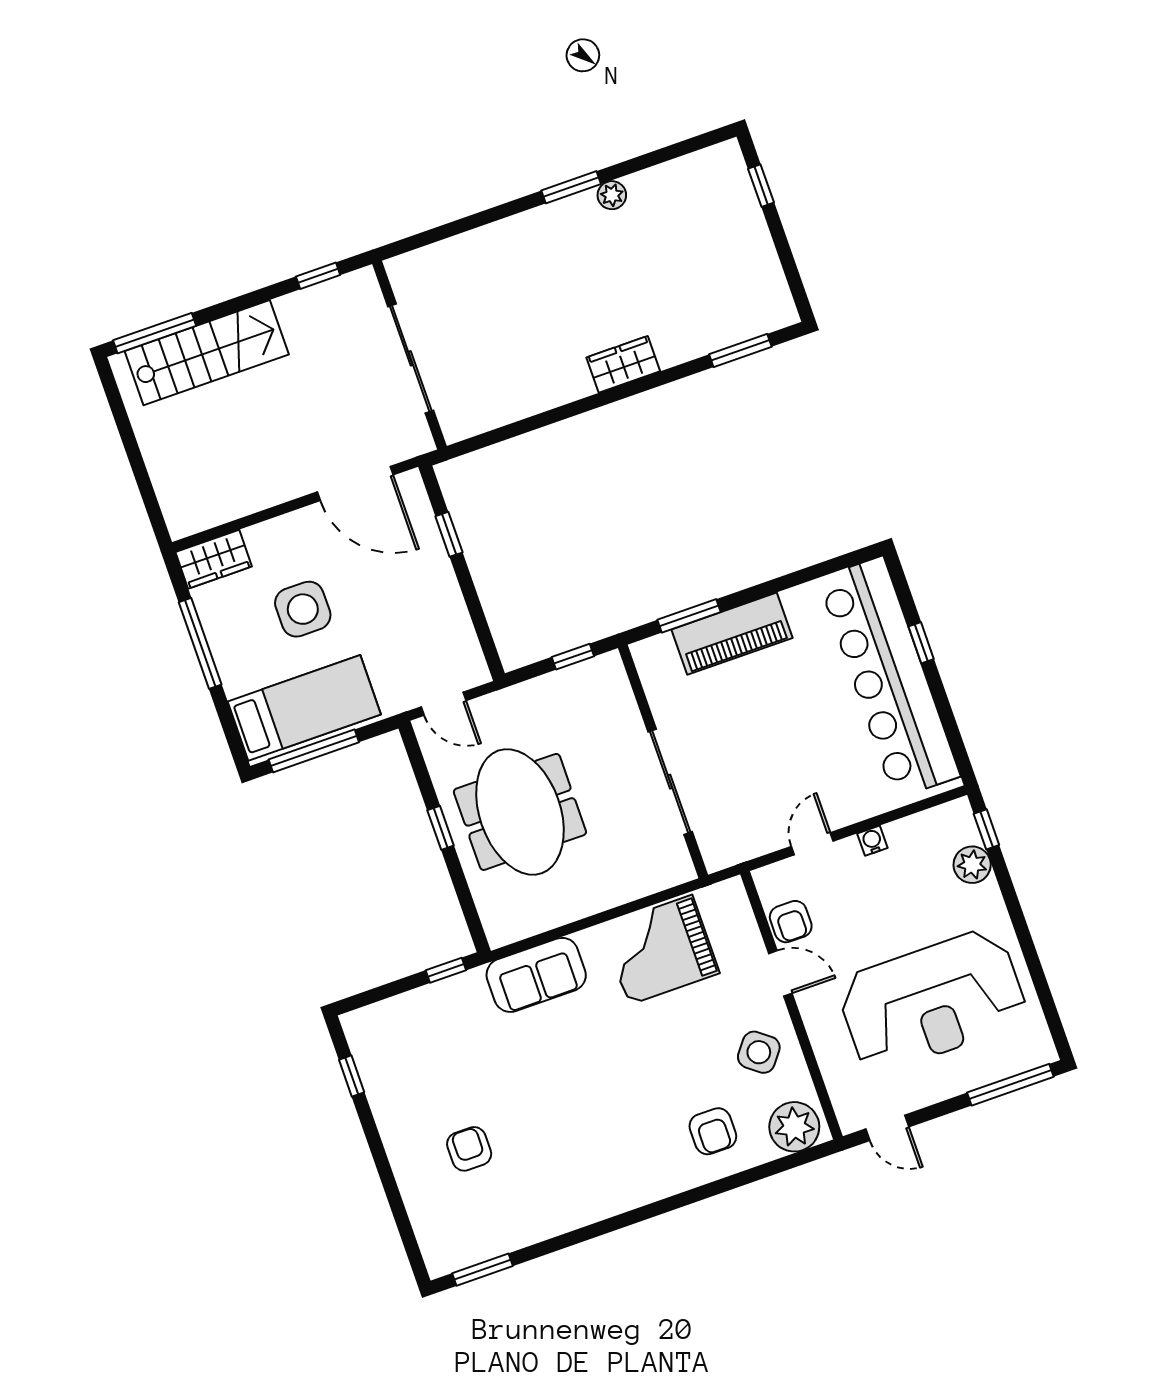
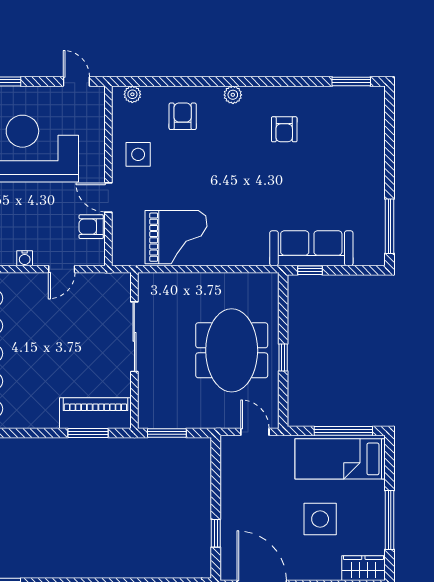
piano: (732, 634) -> (95, 413), moved
window: (573, 657) -> (167, 433), width x1.50
armchair: (791, 922) -> (91, 227), turned -90
sofa: (536, 975) -> (311, 248), moved, width x1.36
side table: (759, 1052) -> (138, 154), turned -38
window: (352, 1076) -> (389, 226), width x2.17
plant: (794, 1127) -> (132, 94), width x0.53, depth x0.53
armchair: (469, 1149) -> (284, 129), moved
plant: (650, 1189) -> (233, 95), added

